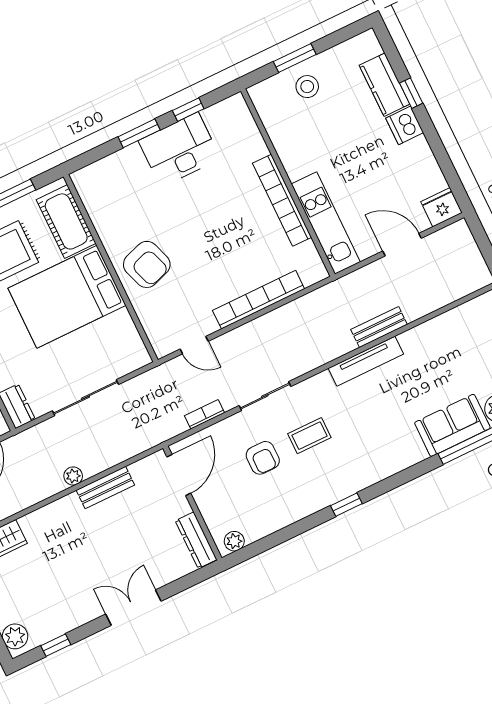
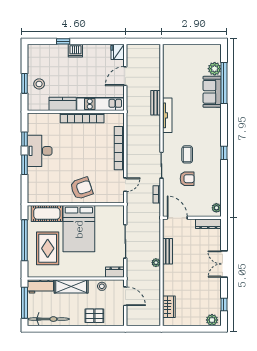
kitchen counter: (385, 85) -> (63, 104), moved, turned 180

